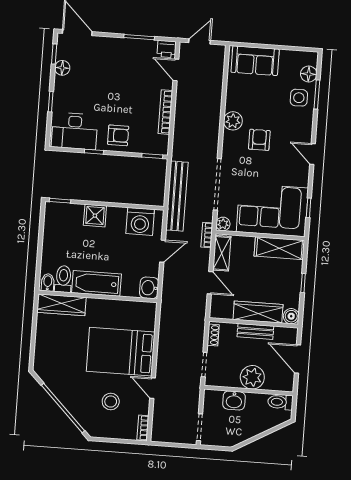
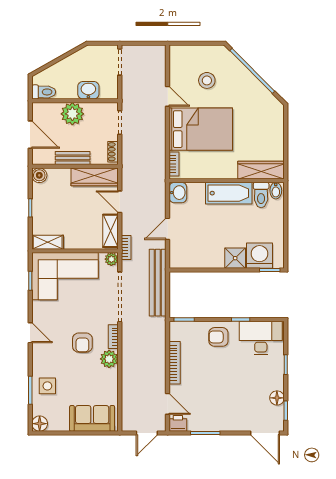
floor lamp: (309, 74) -> (40, 424), moved
bookcase: (227, 144) -> (113, 337), added
washing machine: (140, 221) -> (260, 256), moved
shelving: (279, 248) -> (48, 242), width x0.67, depth x0.75
wardrobe: (258, 312) -> (95, 177), moved
bookcase: (143, 428) -> (174, 164), moved

